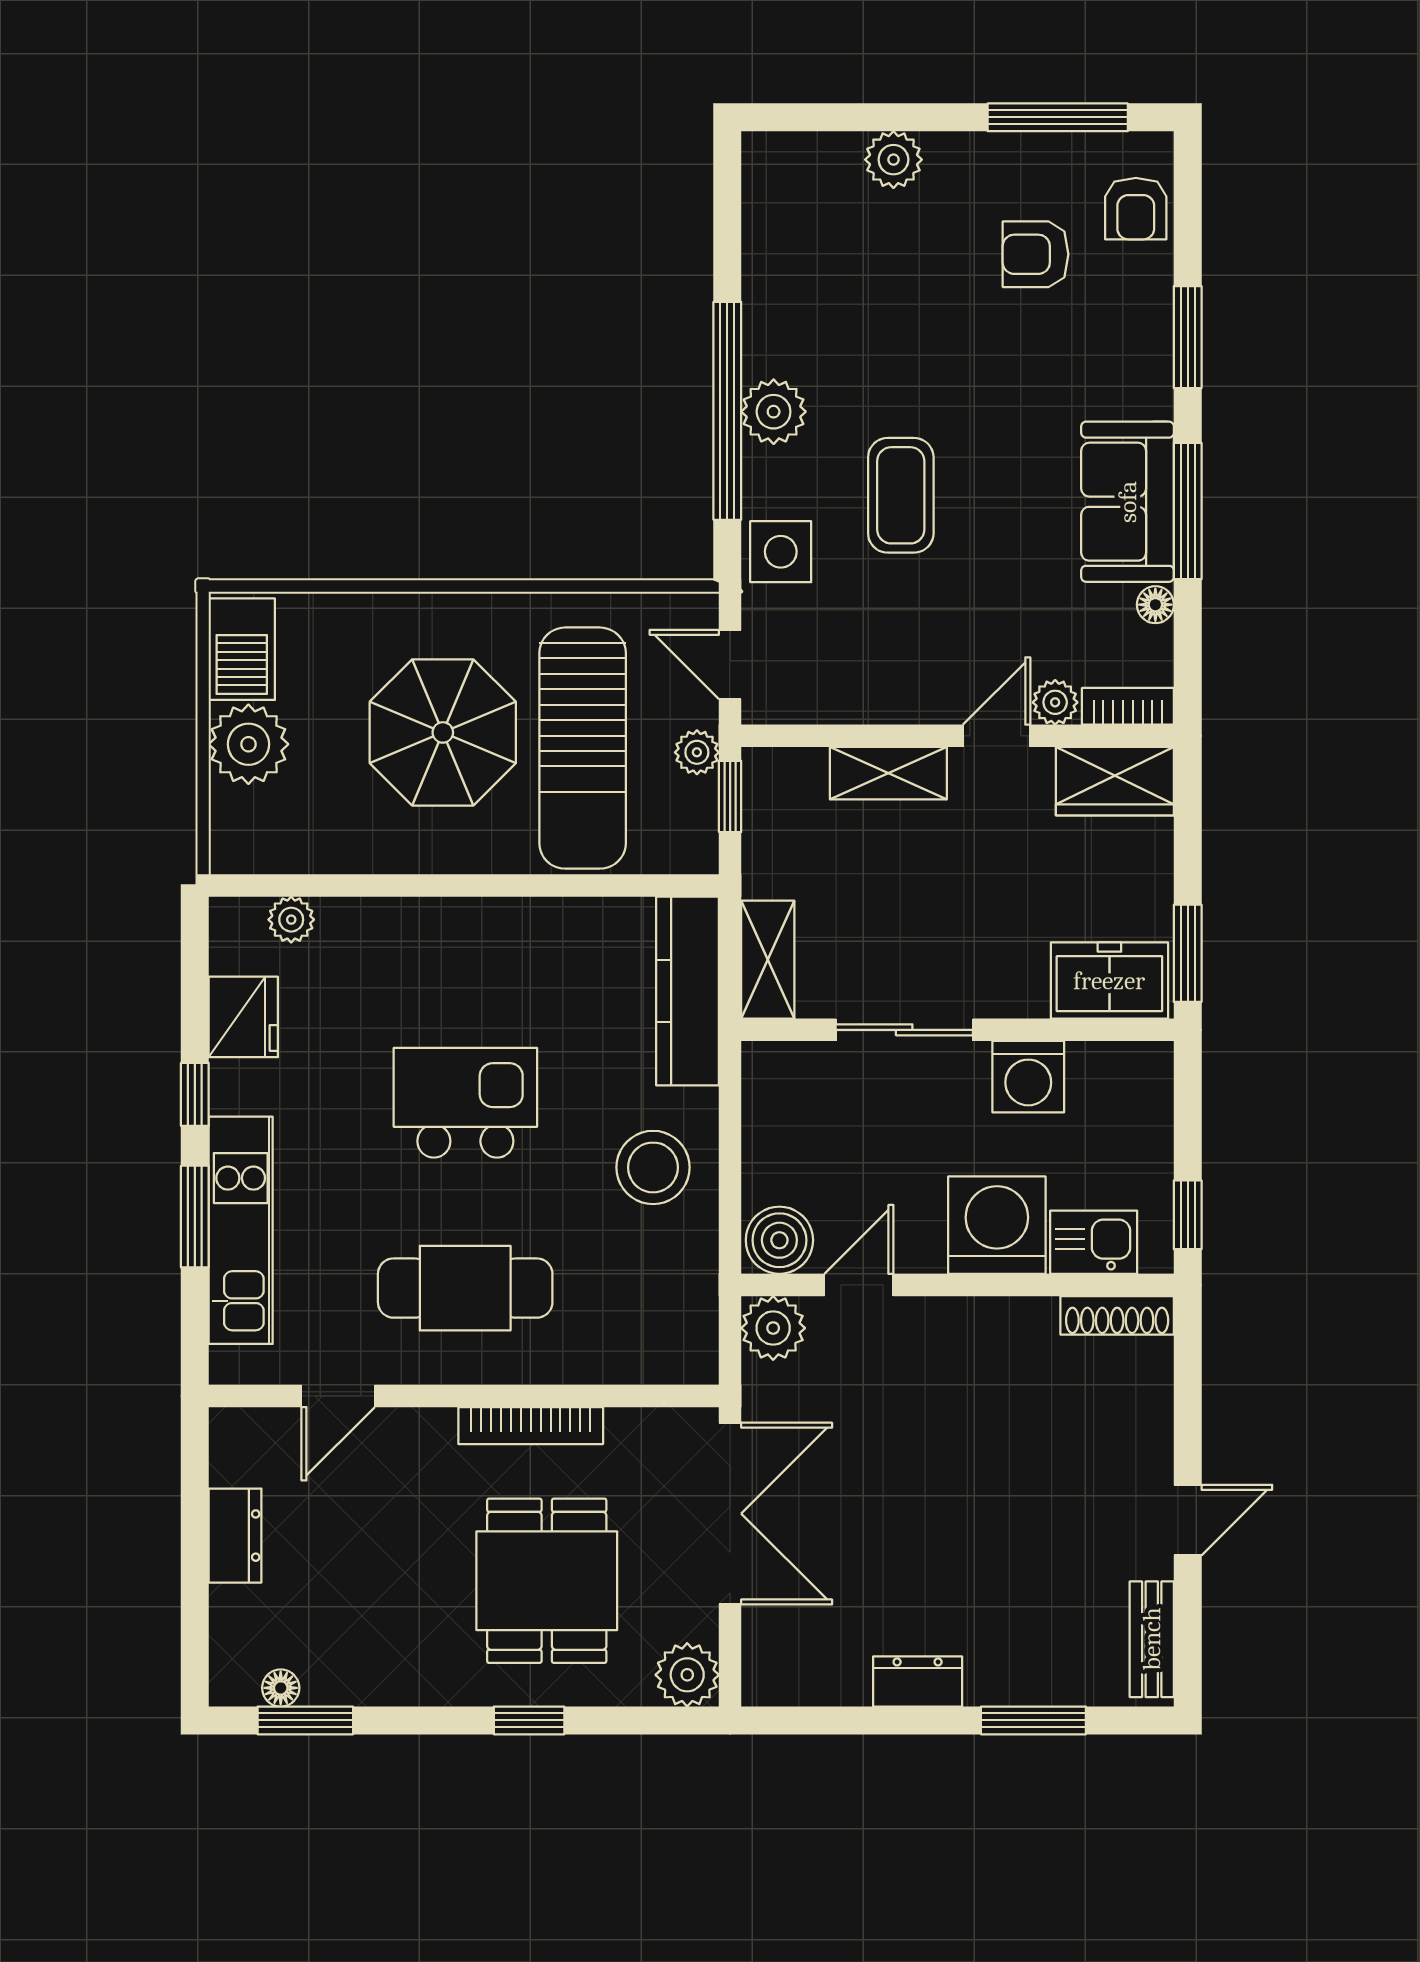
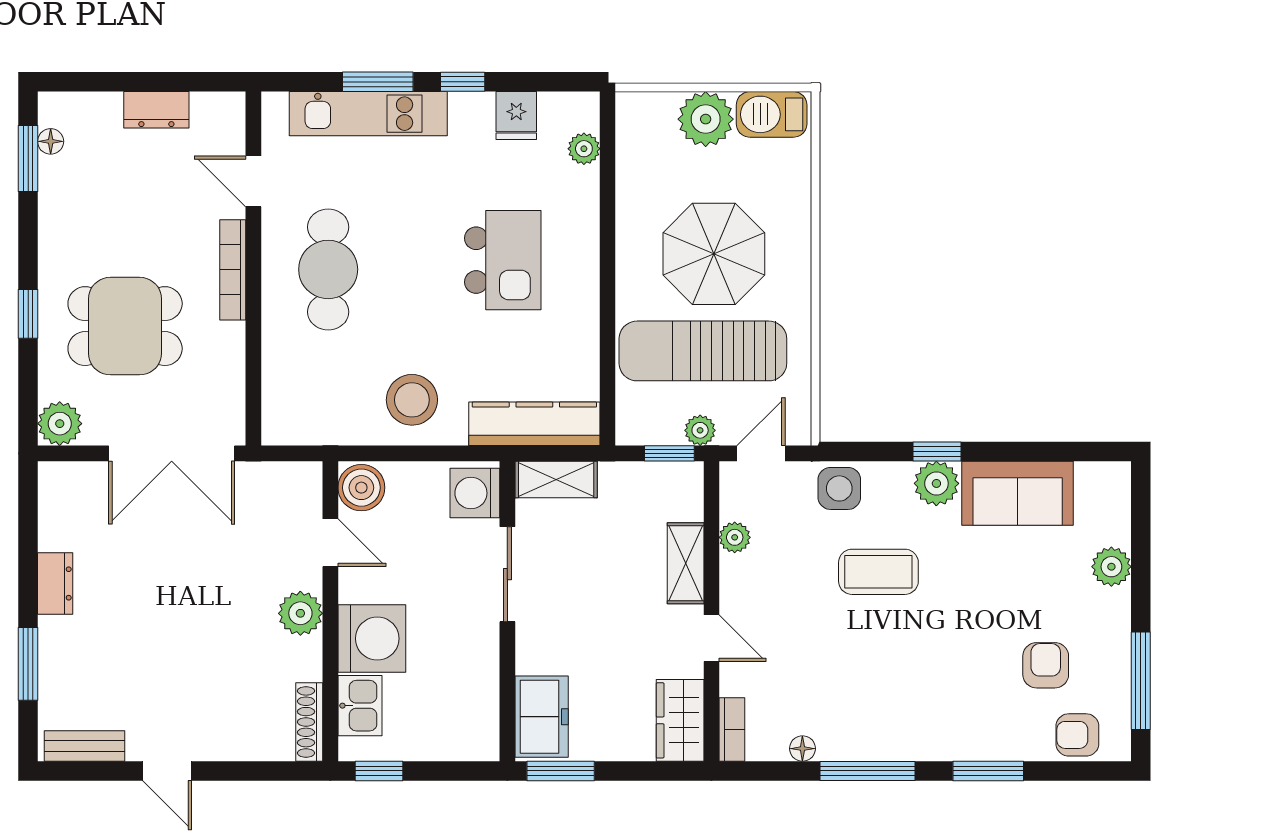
window: (727, 411) -> (937, 451), width x0.32
sofa: (1128, 502) -> (1018, 493), moved, turned 180
plant: (1055, 702) -> (735, 537), moved
fridge: (243, 1017) -> (516, 115), width x0.72
washing machine: (1028, 1077) -> (475, 493), moved
kitchen island: (465, 1103) -> (503, 260), moved
plant: (773, 1328) -> (300, 613), moved
bookcase: (531, 1426) -> (233, 270), moved

